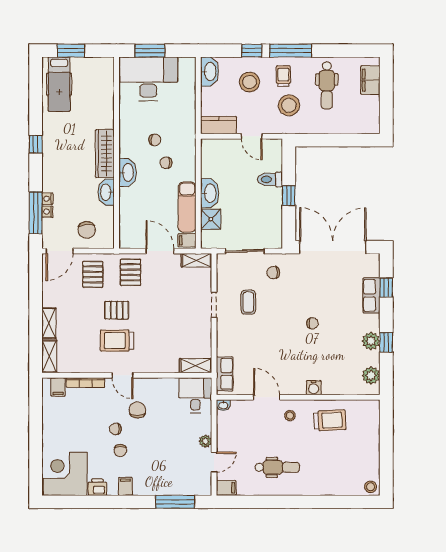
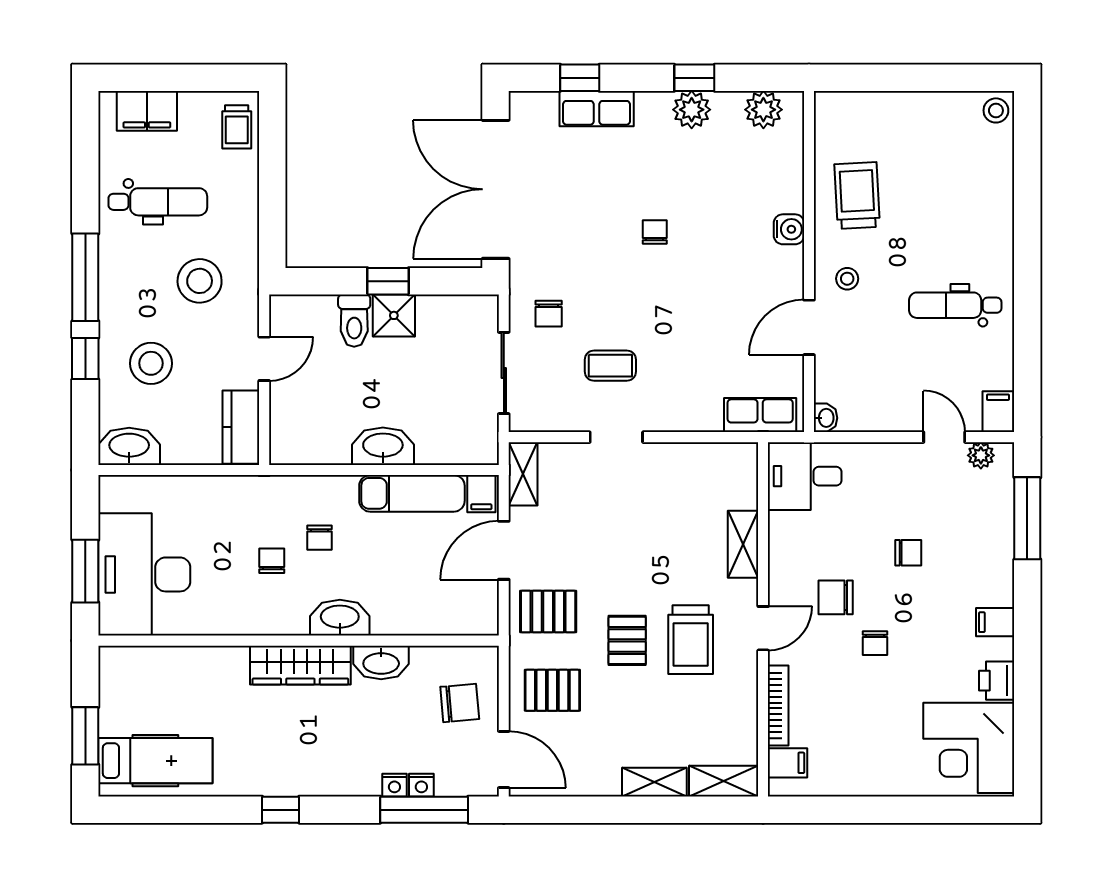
trolley: (283, 76) -> (237, 127), moved, turned -90
shower: (211, 219) -> (394, 315), moved
shelving: (196, 366) -> (743, 544), moved
plant: (205, 441) -> (981, 455), moved
chair: (120, 451) -> (908, 553), moved
dental chair: (277, 467) -> (955, 305), turned -90

